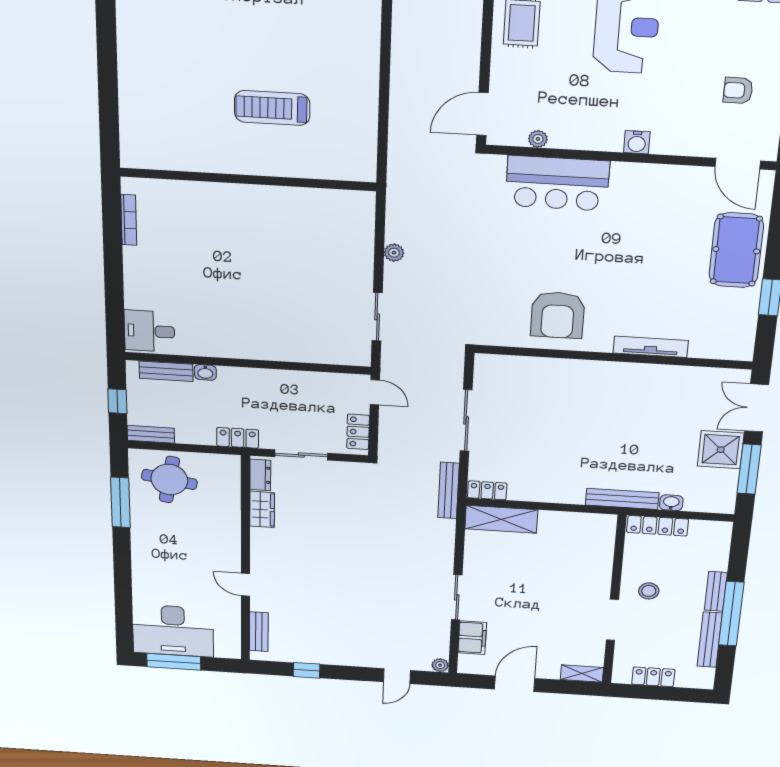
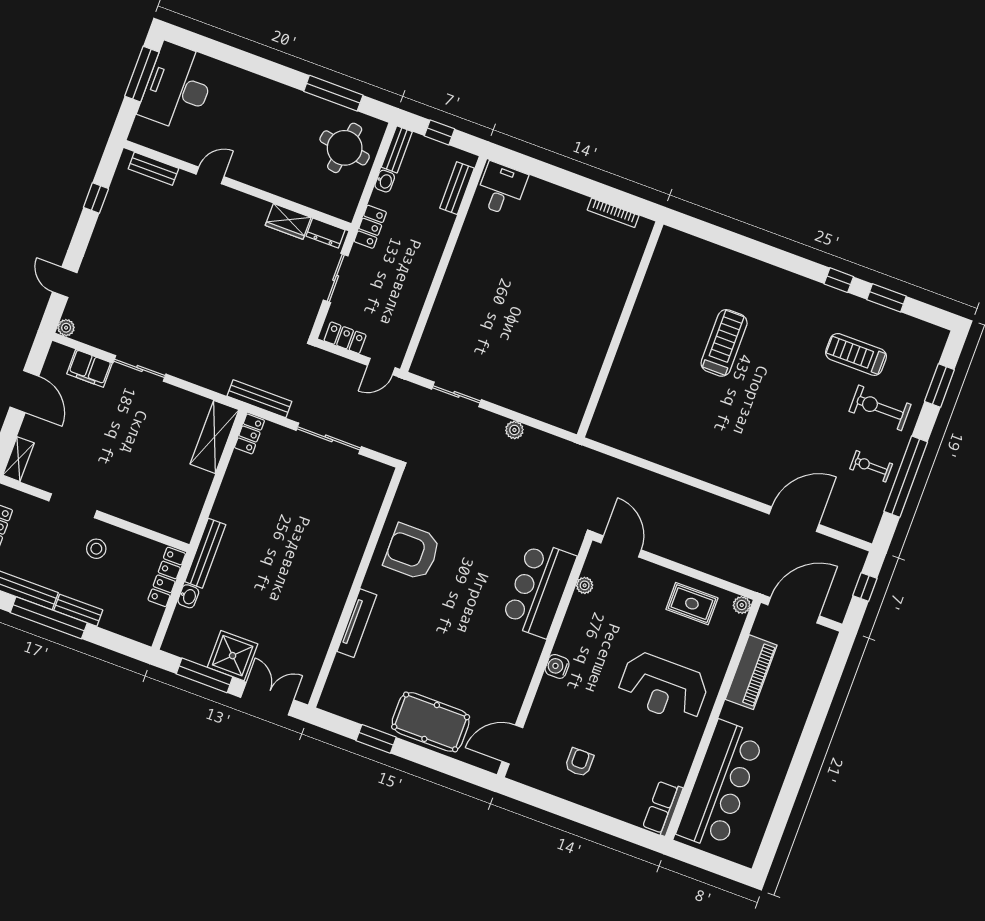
treadmill: (272, 108) -> (724, 343), moved
washbasin: (205, 372) -> (385, 181), moved, turned 180

